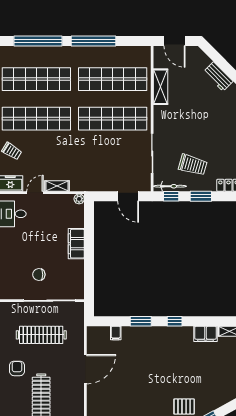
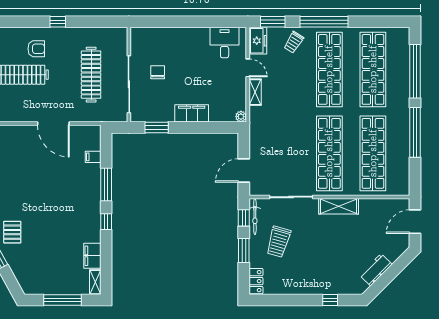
shelving: (161, 87) -> (339, 206), moved
window: (89, 275) -> (157, 127), added
window: (141, 321) -> (106, 184), width x1.44
armchair: (17, 368) -> (36, 49), moved

